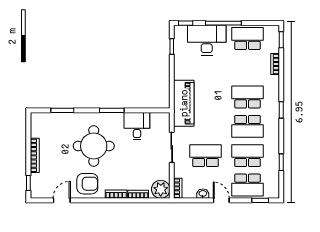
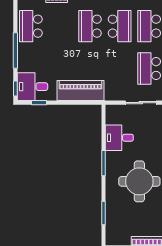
desk: (207, 40) -> (32, 87), moved, width x0.73
piano: (184, 103) -> (81, 90), moved

